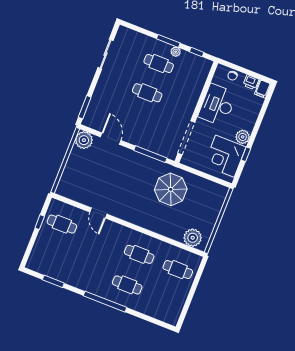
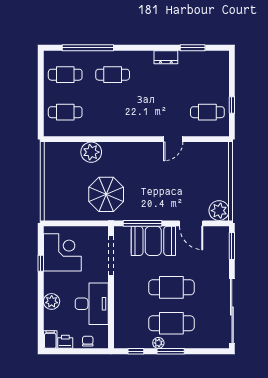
sliding door: (106, 54) -> (232, 311), width x1.86
cafe table: (159, 64) -> (171, 323), width x1.37, depth x1.35
cafe table: (147, 93) -> (171, 287), width x1.37, depth x1.35
booth: (147, 136) -> (153, 241), added
plant: (243, 137) -> (52, 301), moved
door: (98, 213) -> (173, 139), swing flipped
plant: (193, 238) -> (91, 152), moved
cafe table: (139, 254) -> (65, 75), moved
dresser: (78, 282) -> (166, 57), added
window: (105, 302) -> (88, 48), moved

